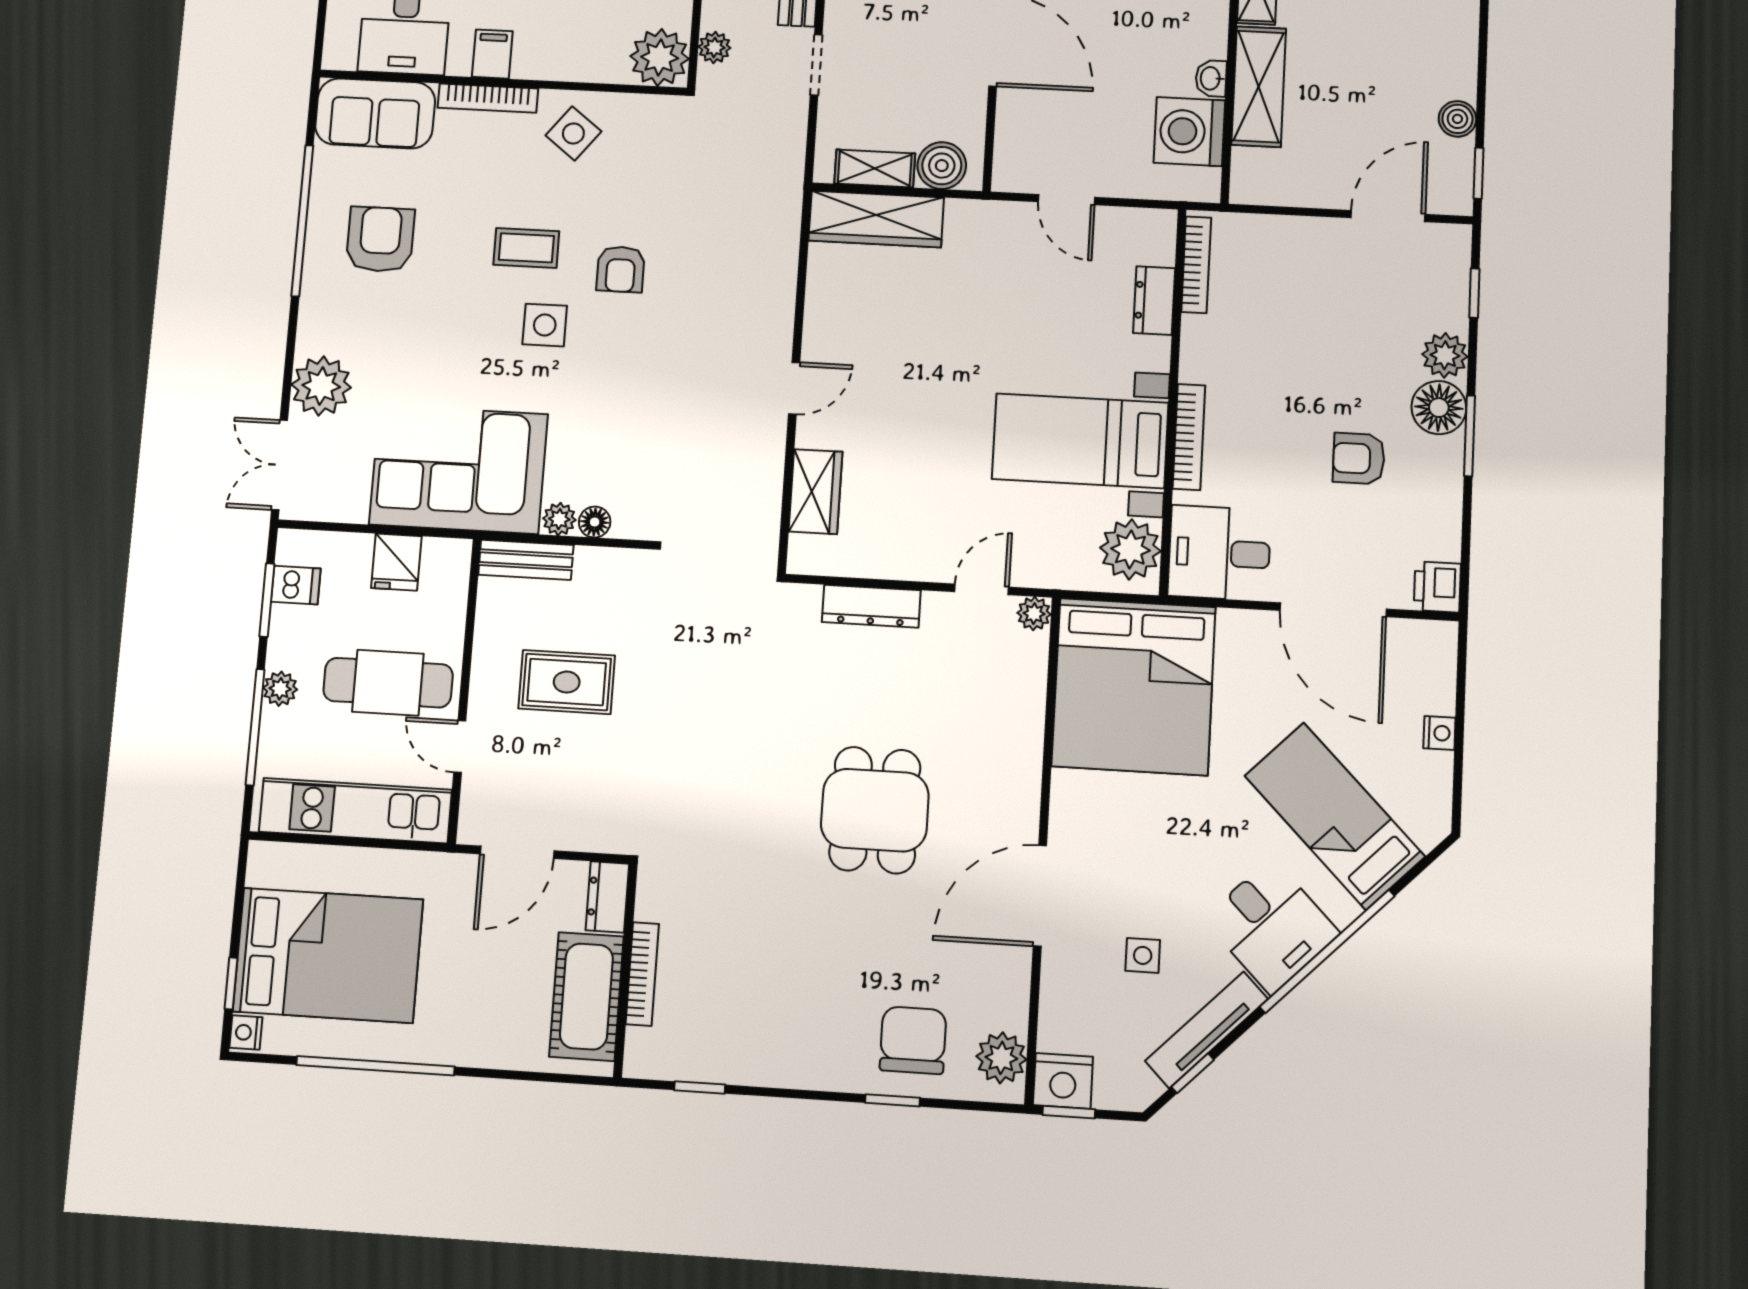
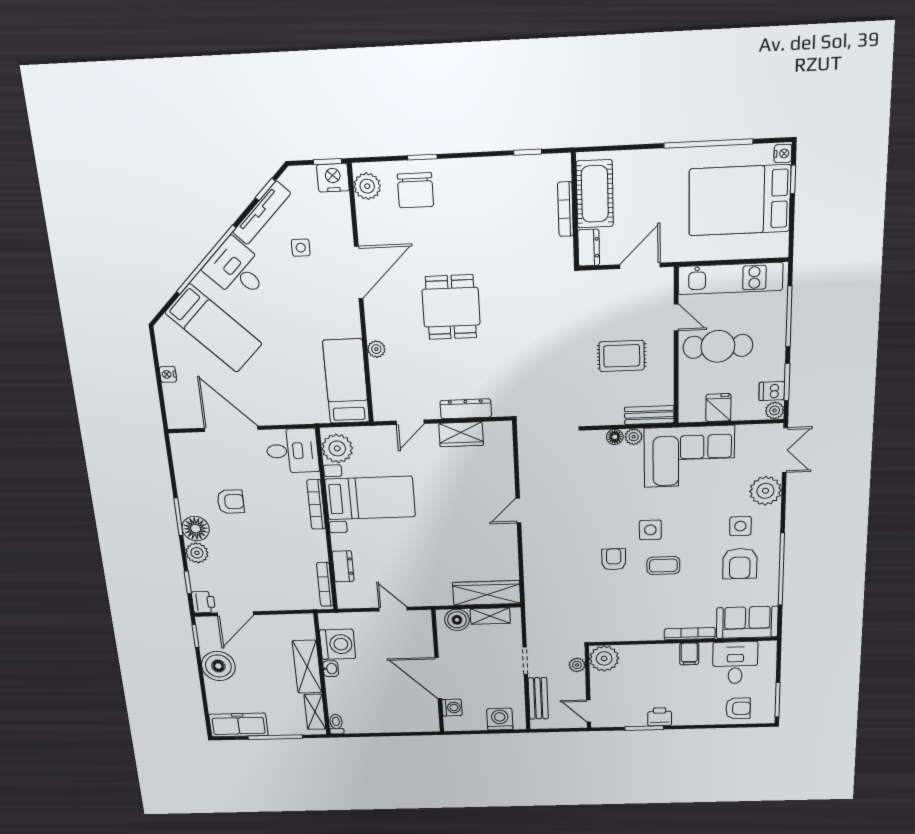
boiler: (1457, 119) -> (218, 666), width x1.86, depth x1.86
side table: (573, 133) -> (740, 526), moved, turned -38
wardrobe: (816, 492) -> (461, 434), moved, turned -90
printer: (1437, 587) -> (203, 602), moved
plant: (1034, 614) -> (376, 349), moved
bed: (1134, 687) -> (346, 381), width x0.49
plant: (280, 689) -> (775, 410), moved

